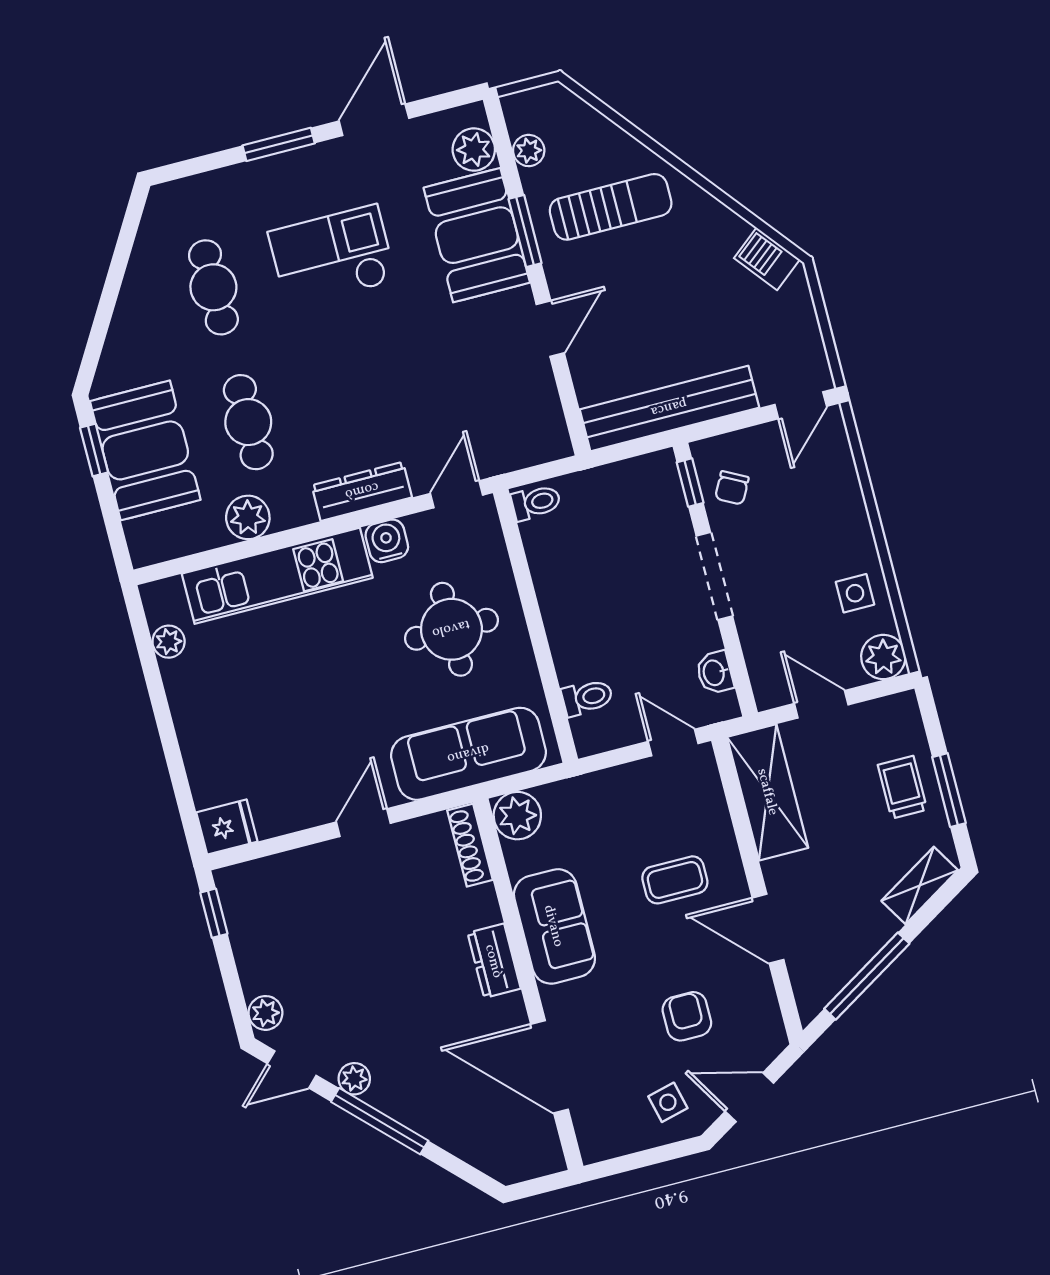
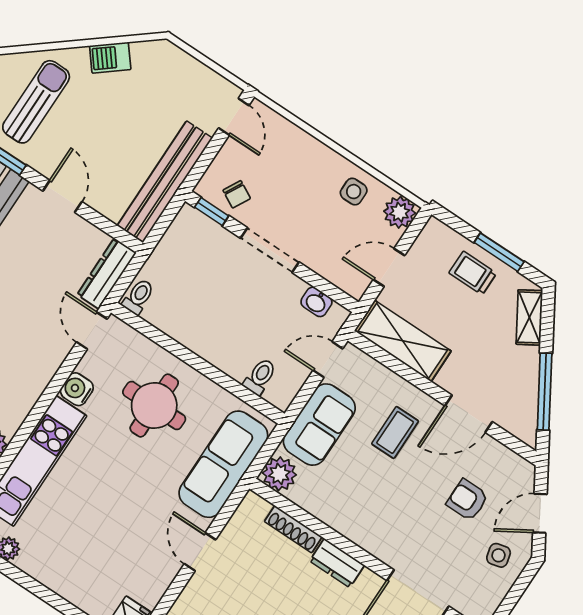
barbecue: (767, 259) -> (110, 58), moved
dresser: (362, 491) -> (107, 274), moved
shoe rack: (470, 845) -> (293, 529), moved
sofa: (554, 926) -> (319, 425), moved, turned 90

